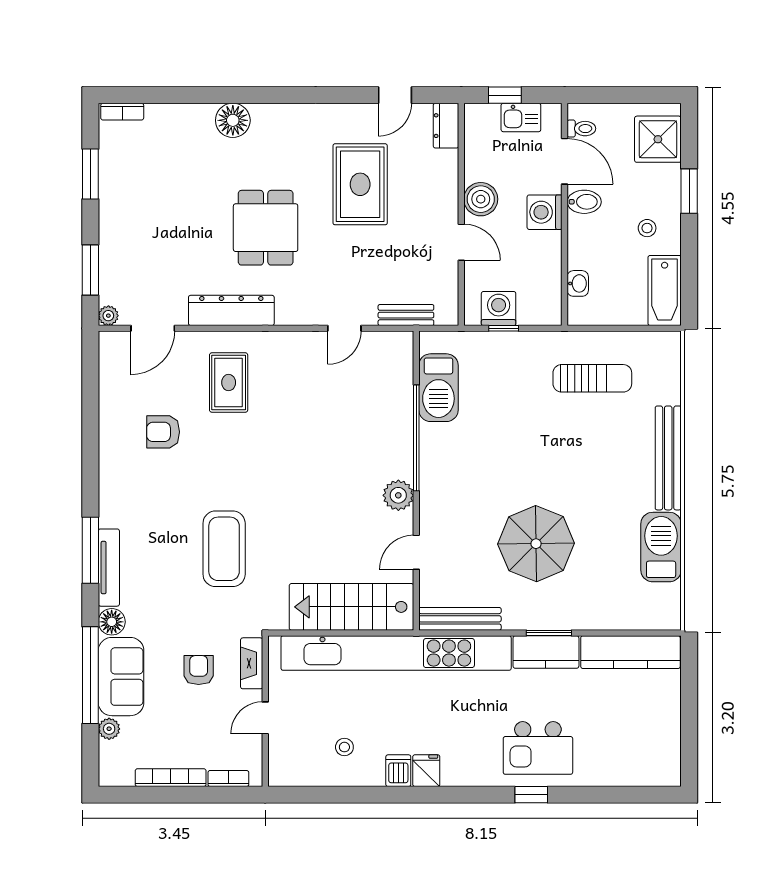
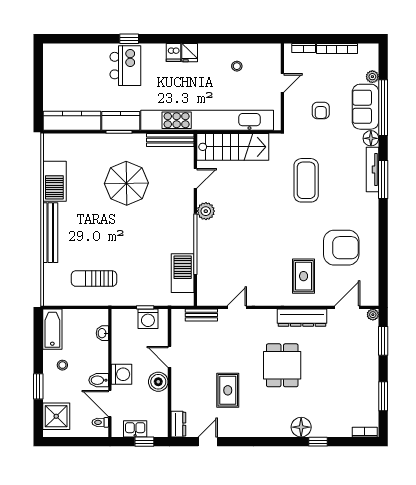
window: (203, 95) -> (318, 442), added
rug: (360, 184) -> (228, 390), width x0.73, depth x0.70
armchair: (163, 432) -> (341, 248), width x1.88, depth x1.88
fireplace: (252, 663) -> (290, 114), removed
kitchen island: (538, 748) -> (125, 66), turned 90
dishwasher: (398, 771) -> (174, 53), moved

